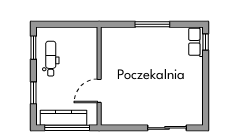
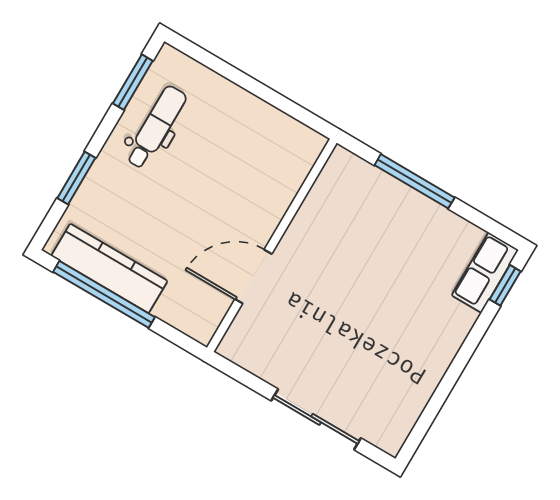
wall: (99, 76) -> (272, 245), moved
door: (99, 91) -> (253, 276), moved

